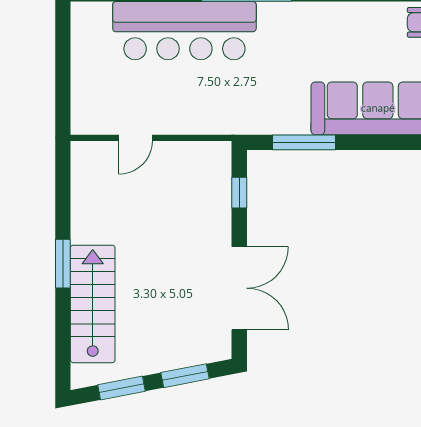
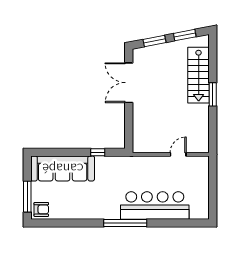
window: (304, 142) -> (98, 152), width x0.46
window: (239, 193) -> (129, 128), removed

